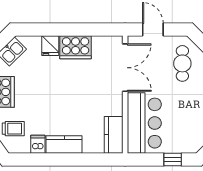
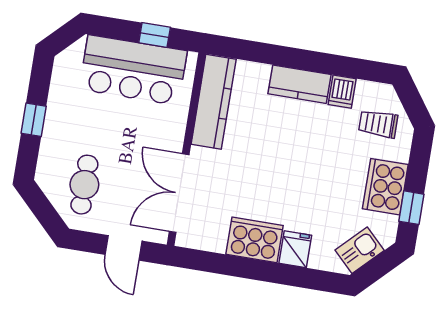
bar counter: (144, 123) -> (133, 70), moved, turned -90
kitchen counter: (114, 135) -> (214, 102), width x1.50
window: (173, 160) -> (155, 35), moved

